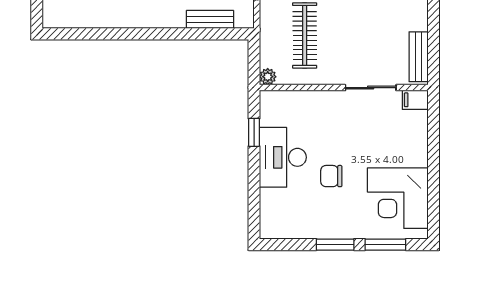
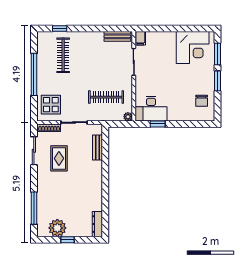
dresser: (66, 19) -> (97, 224), added
desk: (283, 157) -> (151, 109), moved
chair: (331, 176) -> (202, 101), moved

